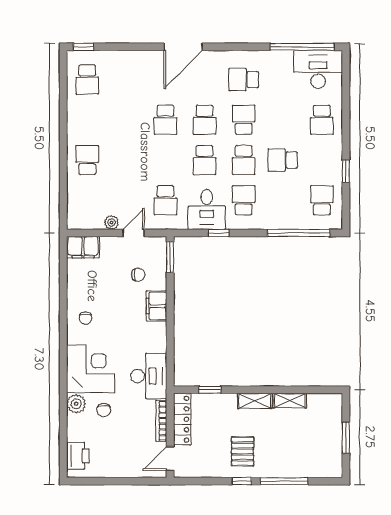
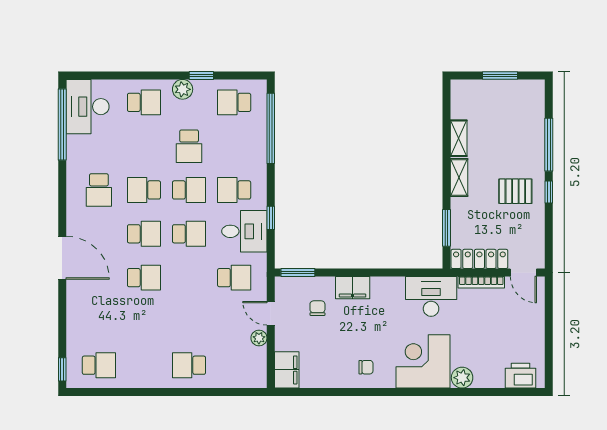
plant: (334, 154) -> (183, 89), added
window: (210, 390) -> (446, 228), width x1.50
chair: (104, 410) -> (469, 347), removed

